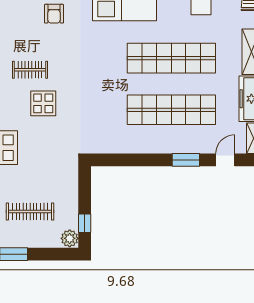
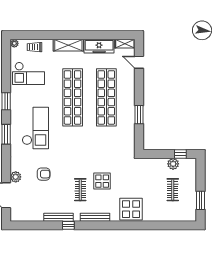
window: (186, 160) -> (139, 115), moved
clothes rail: (30, 211) -> (173, 190), width x0.73
plant: (70, 238) -> (173, 164), moved

